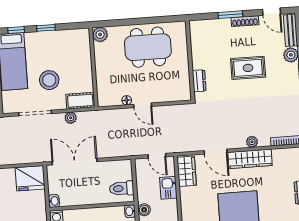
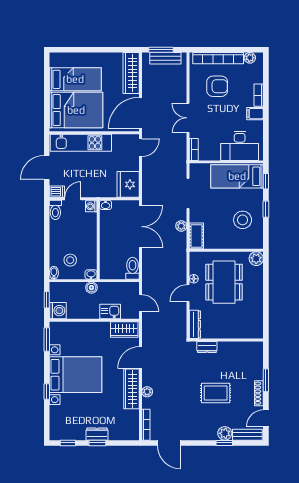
dining table: (148, 47) -> (224, 282), moved
rug: (248, 68) -> (216, 393), turned 90
stool: (49, 80) -> (243, 220), moved
dresser: (176, 95) -> (195, 324), added
door: (157, 156) -> (141, 303), swing flipped
toilet: (122, 188) -> (132, 268), moved

